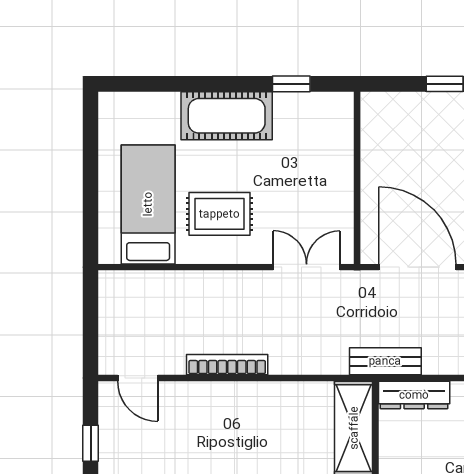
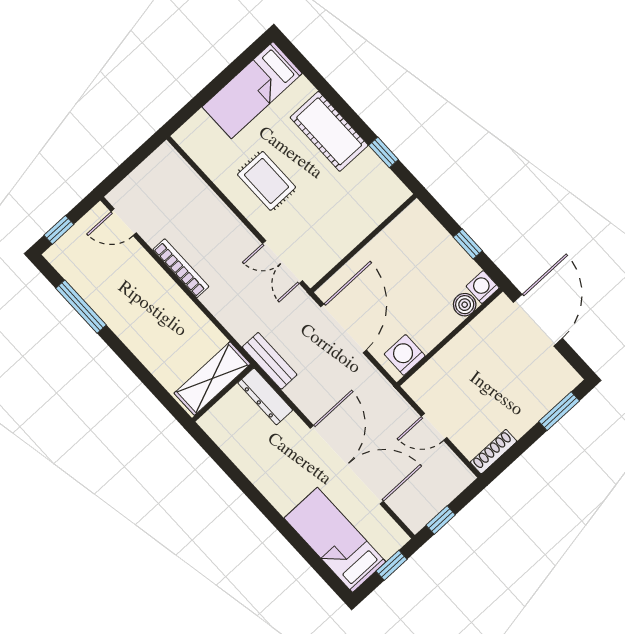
bed: (148, 204) -> (252, 90), moved, turned 180
double door: (307, 267) -> (283, 262), swing flipped
door: (138, 378) -> (124, 222), hinge flipped

